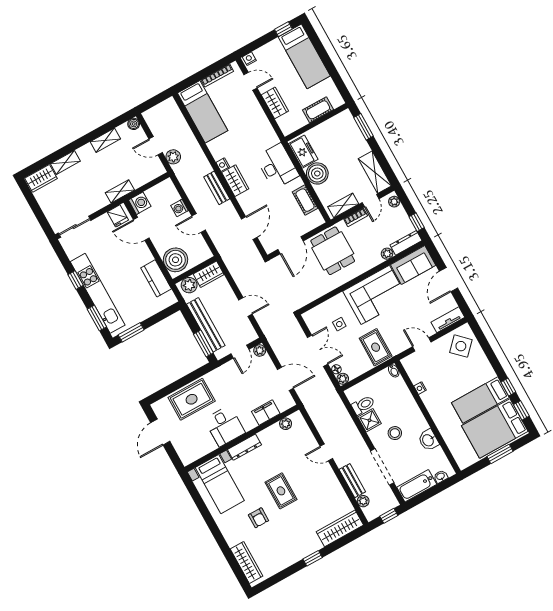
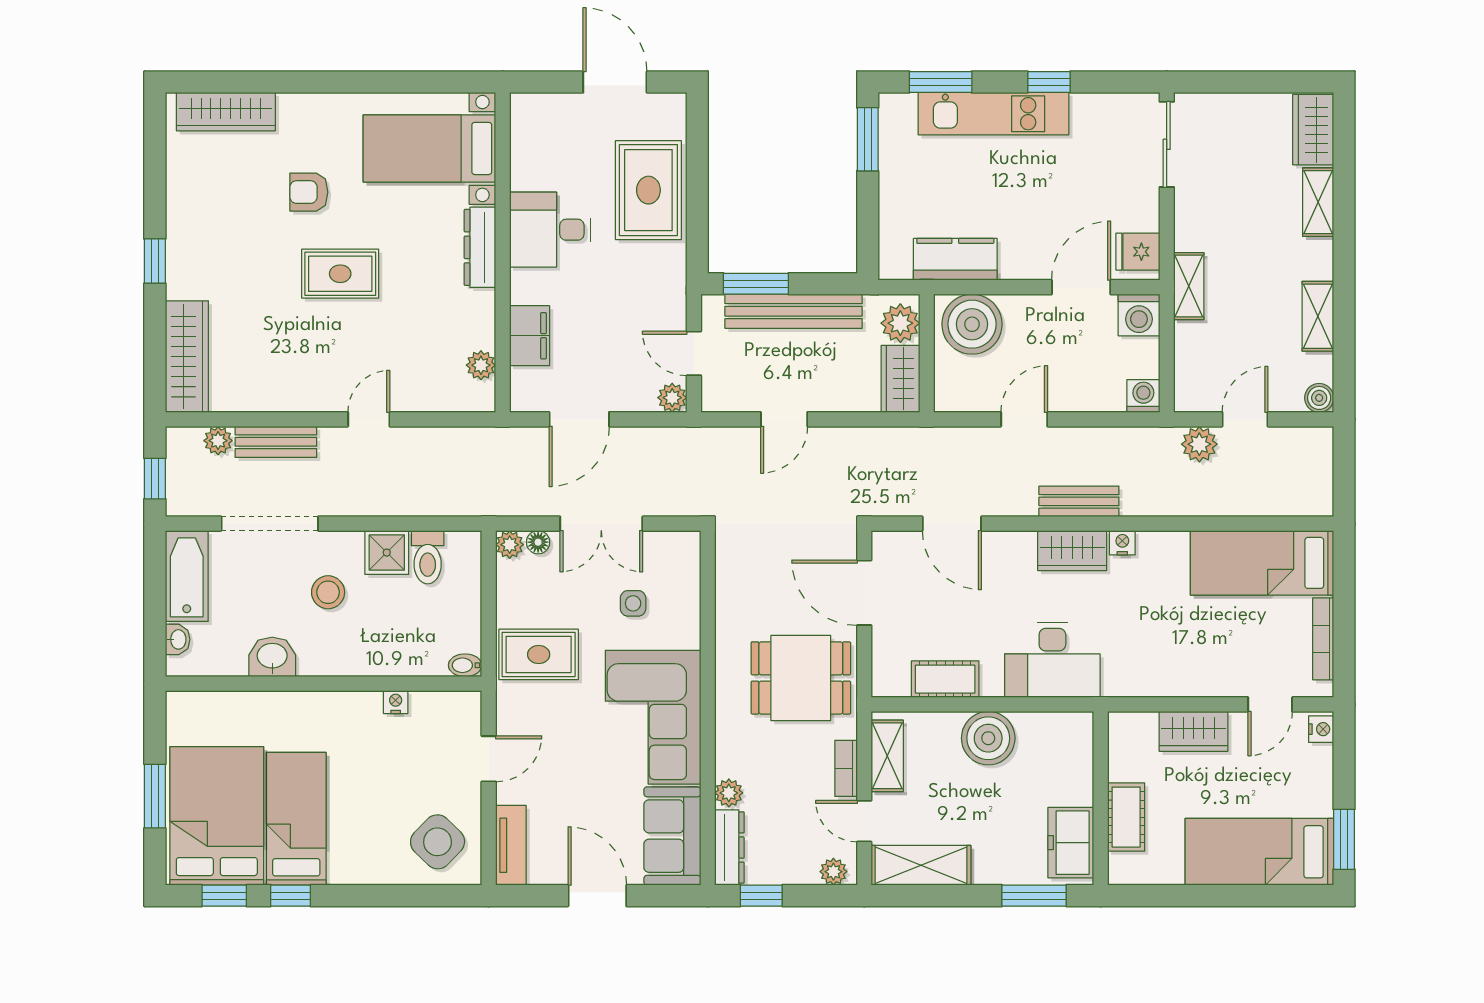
window: (283, 29) -> (1344, 839), width x1.50
freezer: (303, 152) -> (1071, 843), moved, turned 90
washing machine: (180, 208) -> (1143, 396), moved
kitchen unit: (98, 293) -> (994, 114), width x0.73

